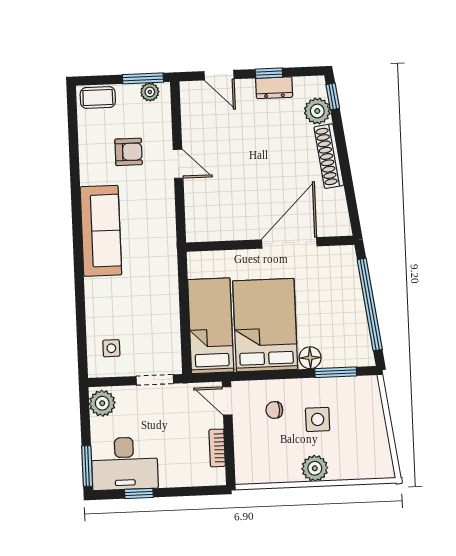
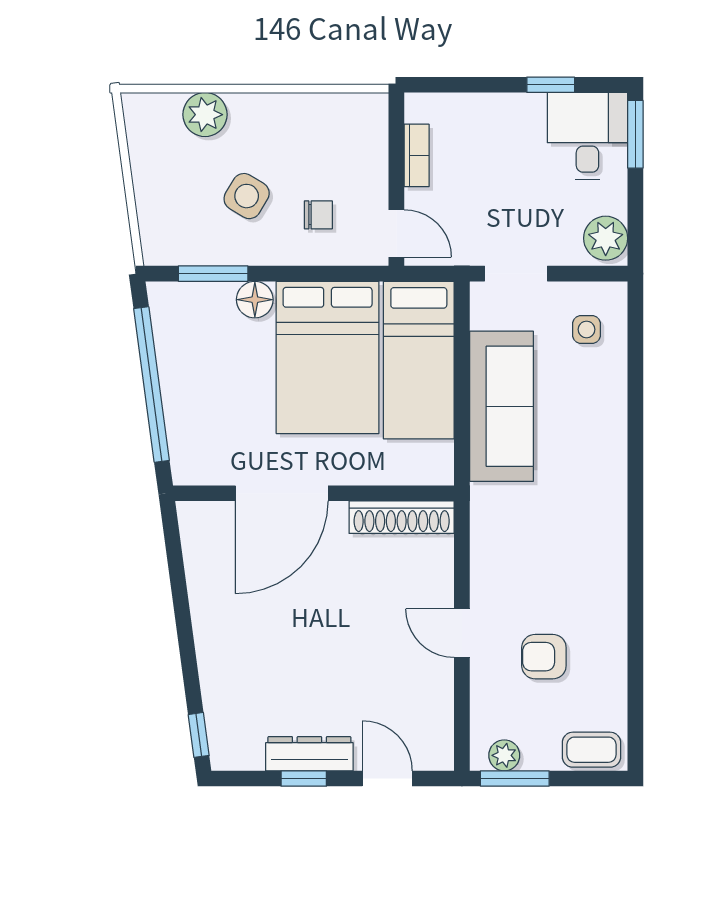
dresser: (274, 88) -> (309, 754), width x1.44
plant: (317, 111) -> (226, 712), removed
shoe rack: (329, 156) -> (402, 517), moved, turned 98
sofa: (101, 231) -> (502, 406), moved, turned 180
side table: (318, 419) -> (247, 196), turned 31
desk: (125, 464) -> (587, 136), width x0.73
plant: (315, 468) -> (205, 115), moved

